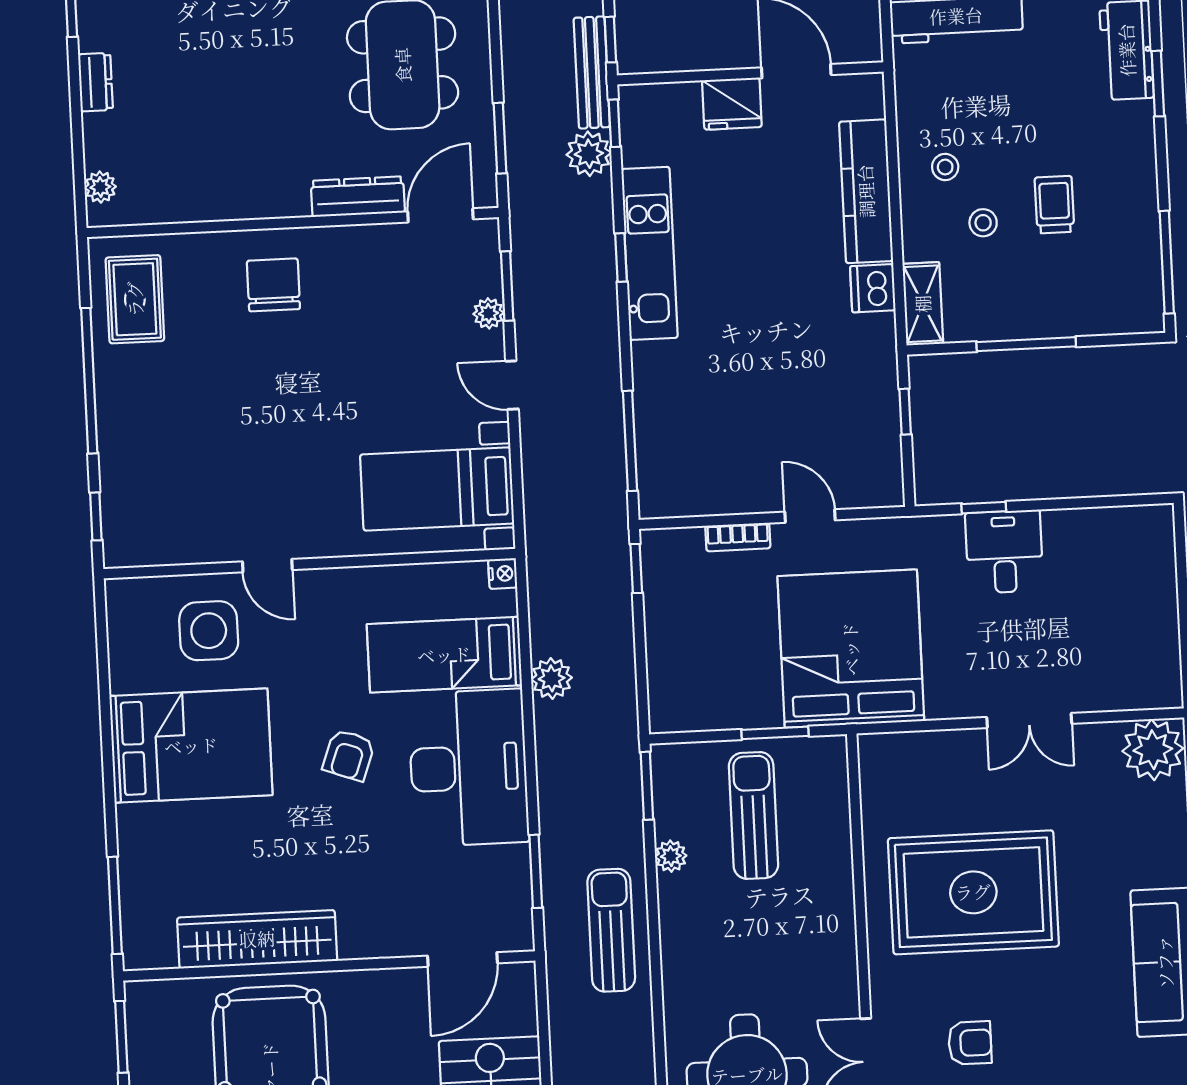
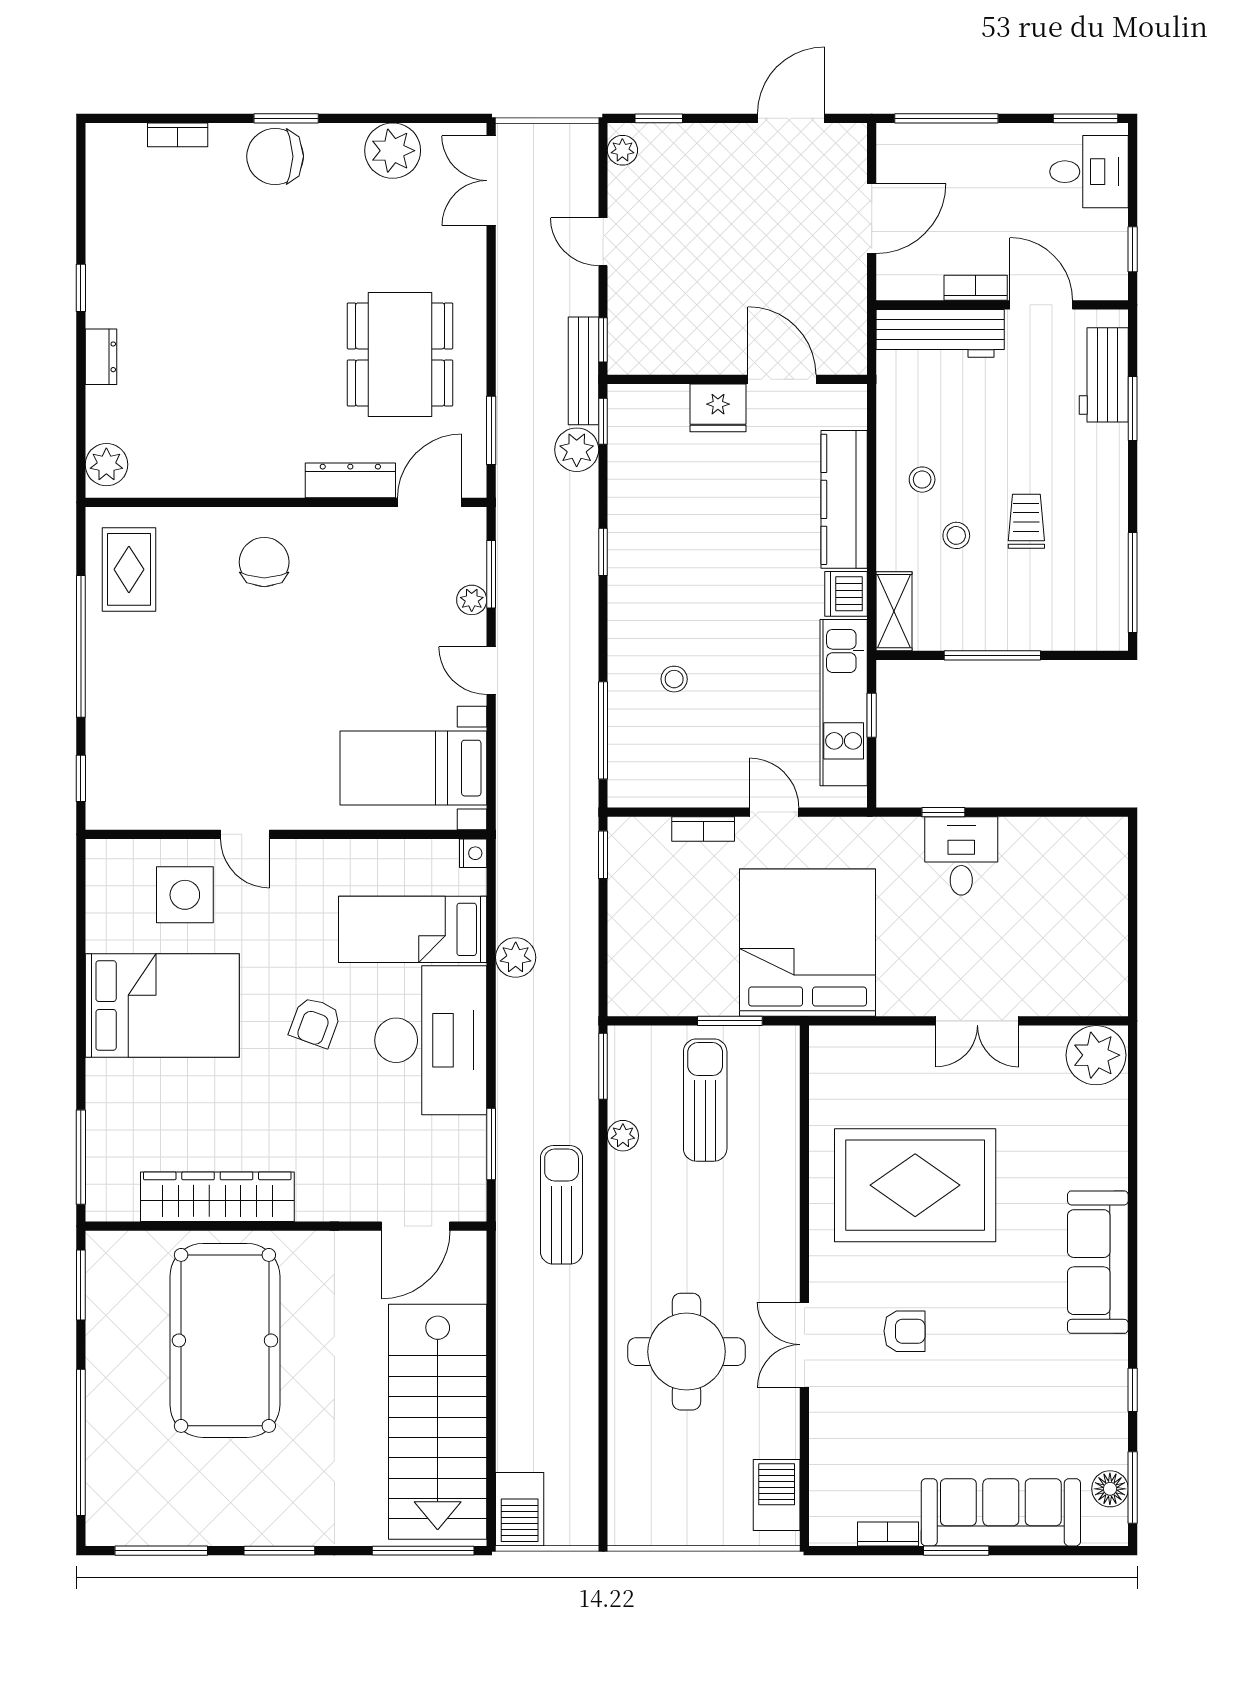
plant: (100, 187) -> (106, 465), width x1.38, depth x1.38
kitchen unit: (650, 253) -> (844, 703), moved, turned 180
stool: (700, 384) -> (674, 679), added

